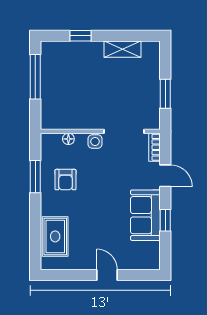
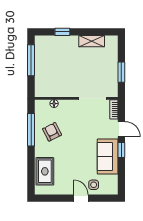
side table: (95, 141) -> (94, 185), moved
window: (35, 177) -> (31, 130), width x1.44
armchair: (65, 180) -> (52, 132), turned 153
window: (165, 220) -> (121, 150), moved

